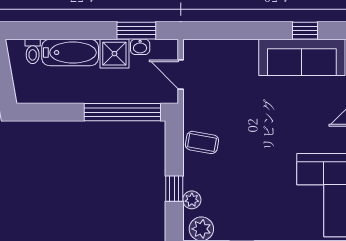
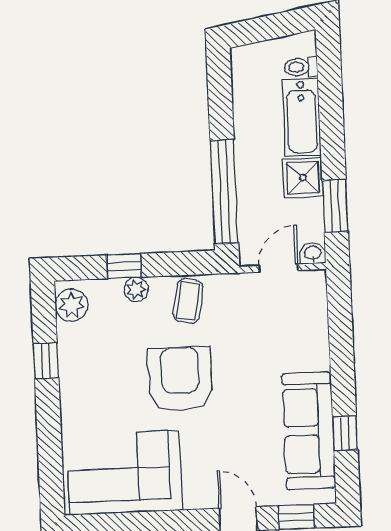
washbasin: (140, 47) -> (313, 253), moved, turned 90
armchair: (259, 151) -> (180, 379), added
plant: (192, 200) -> (136, 289), moved

